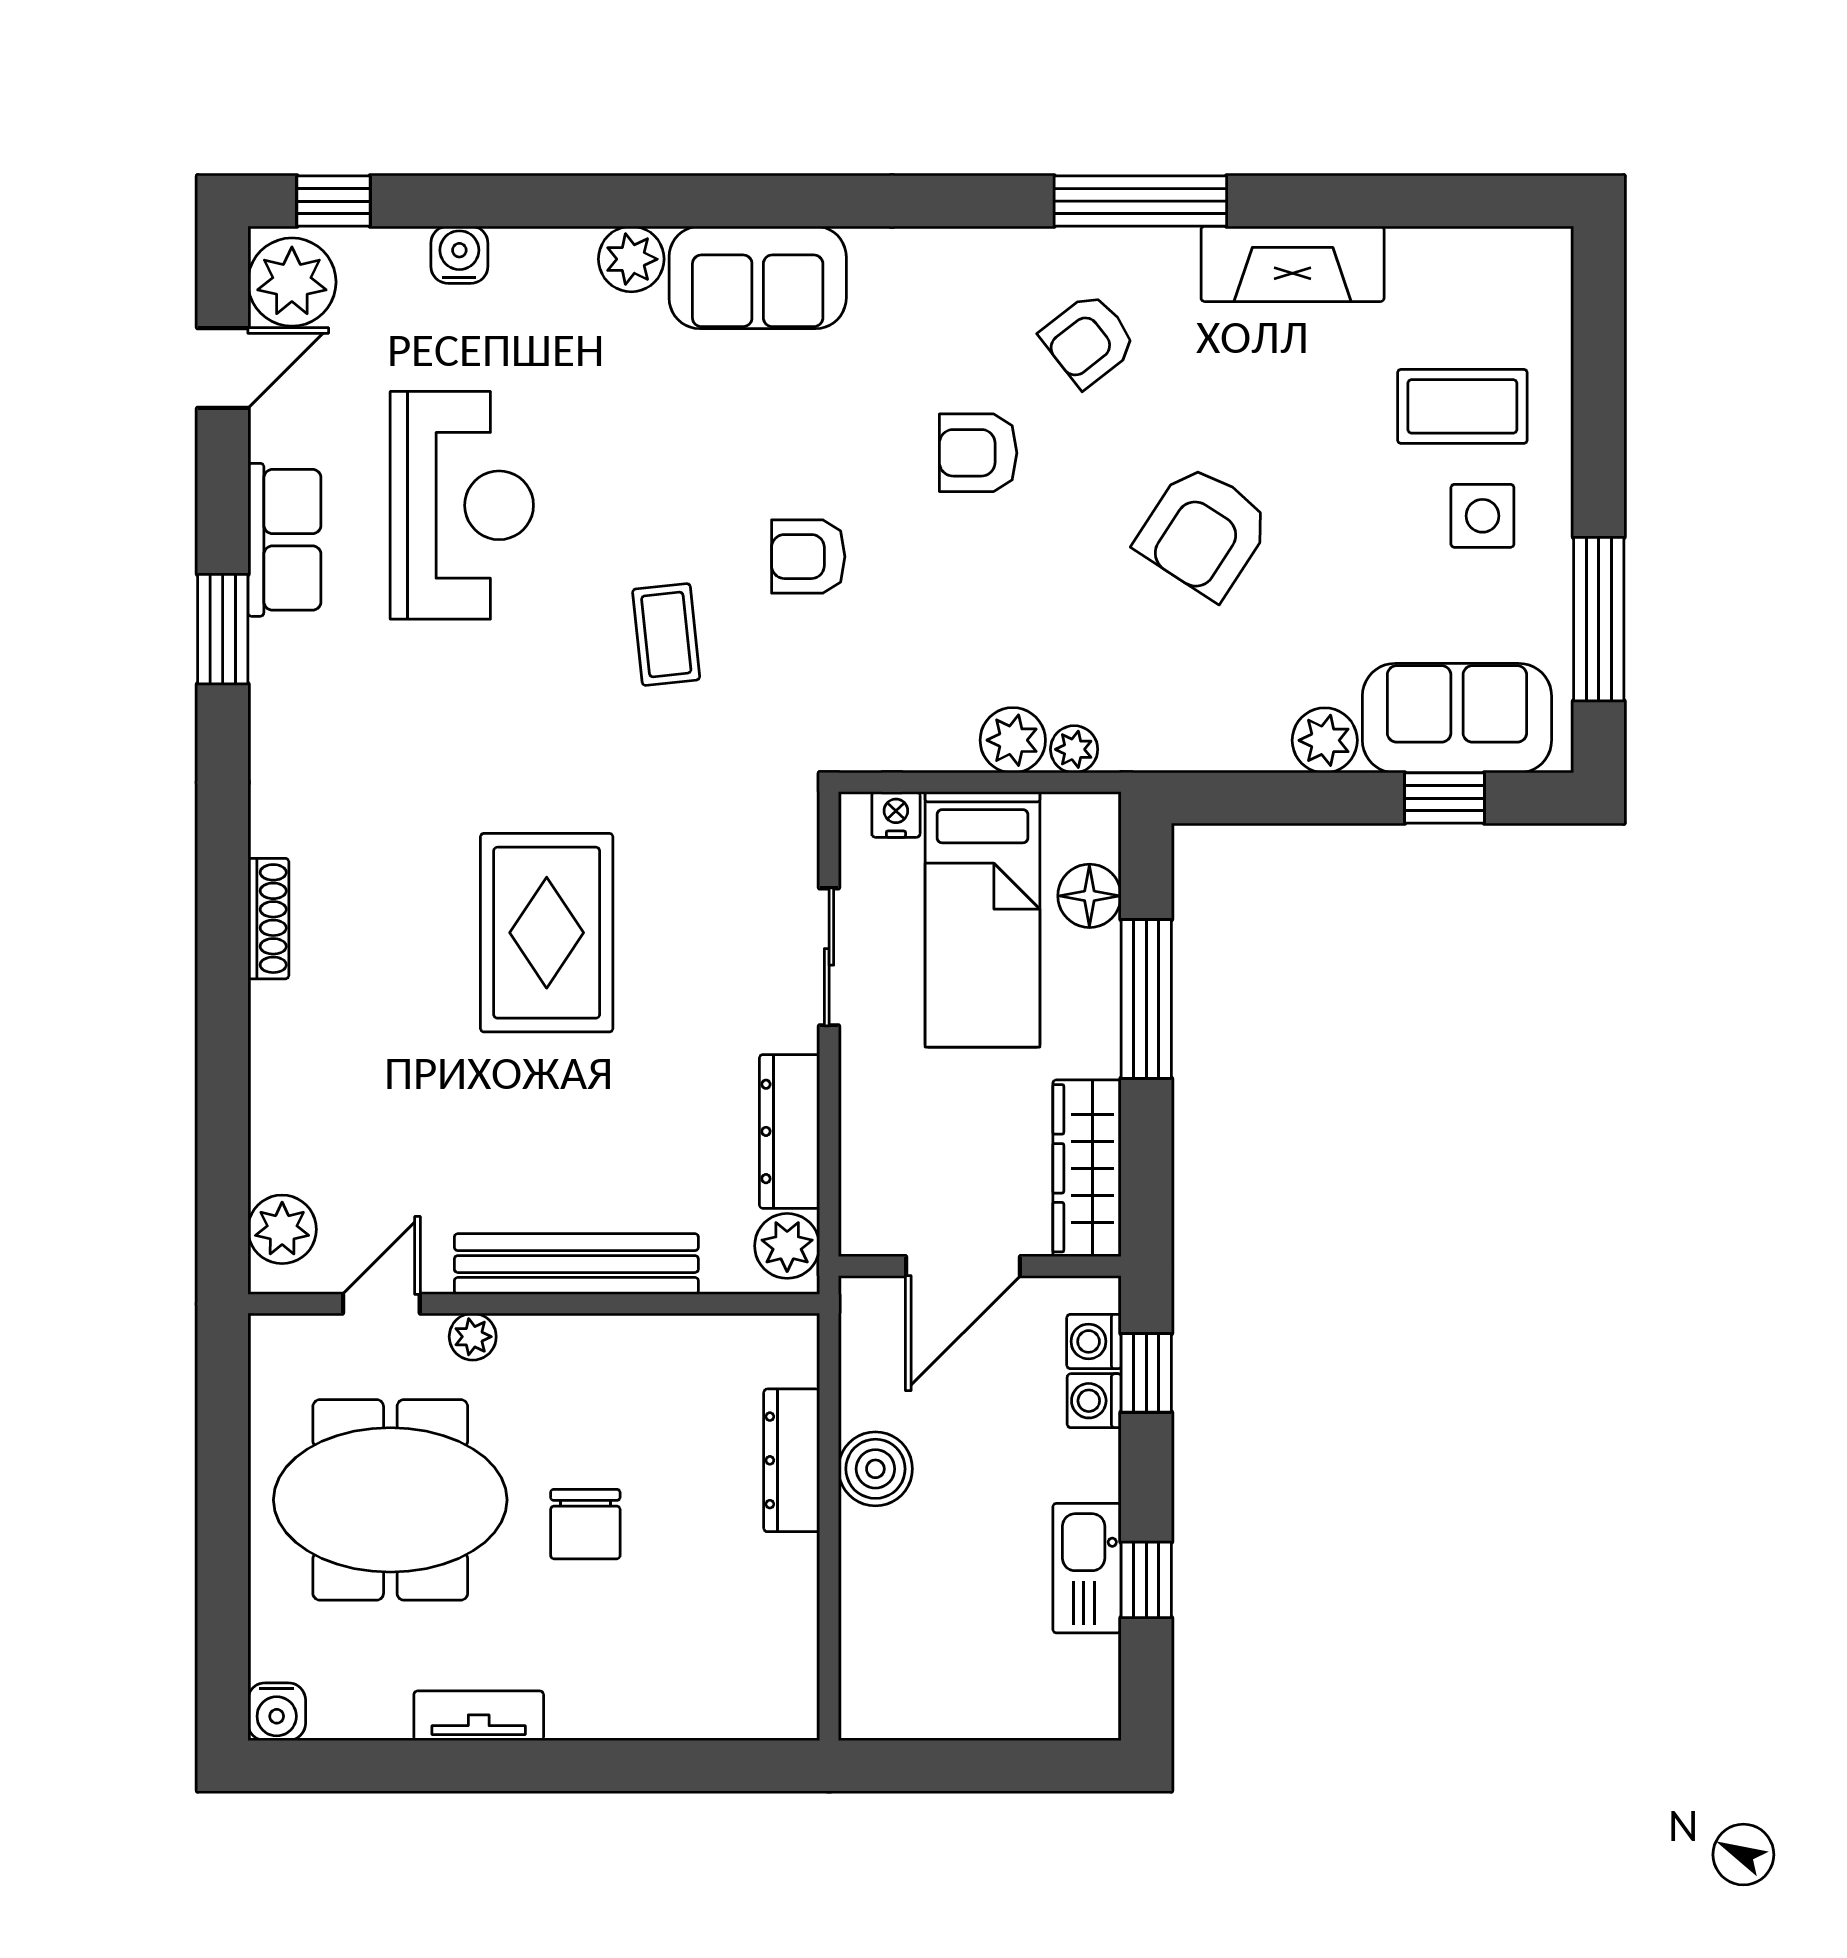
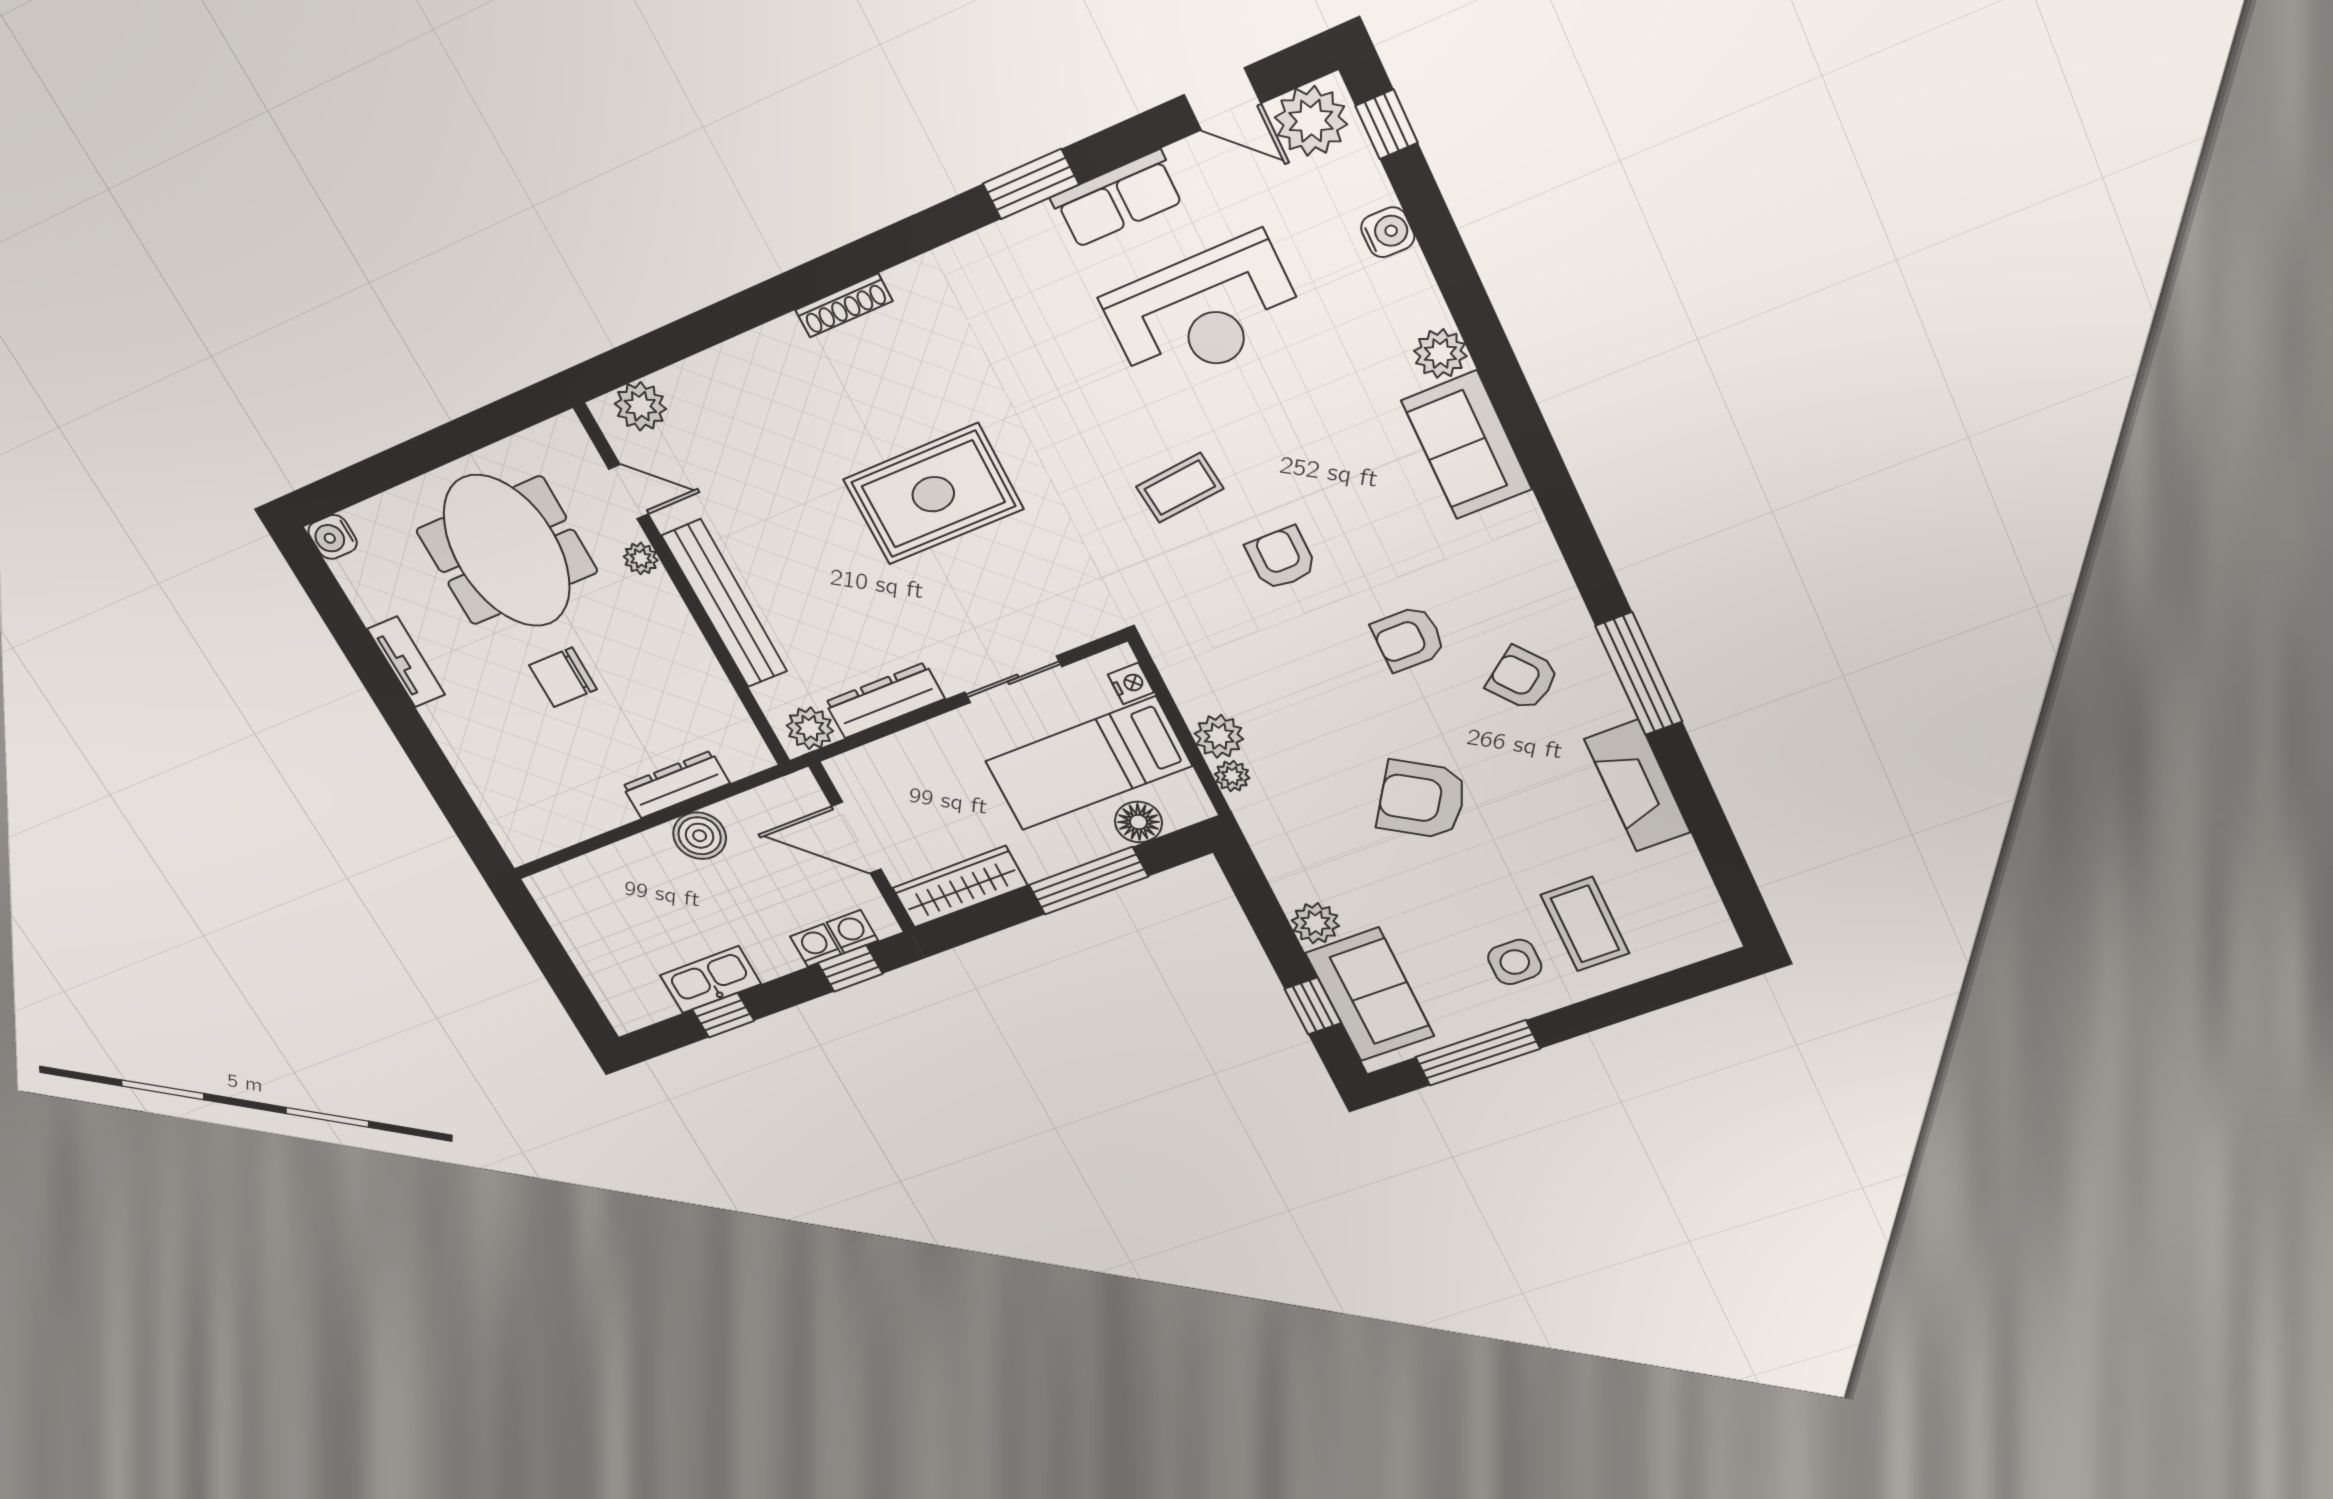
armchair: (978, 453) -> (1408, 639), turned -90

